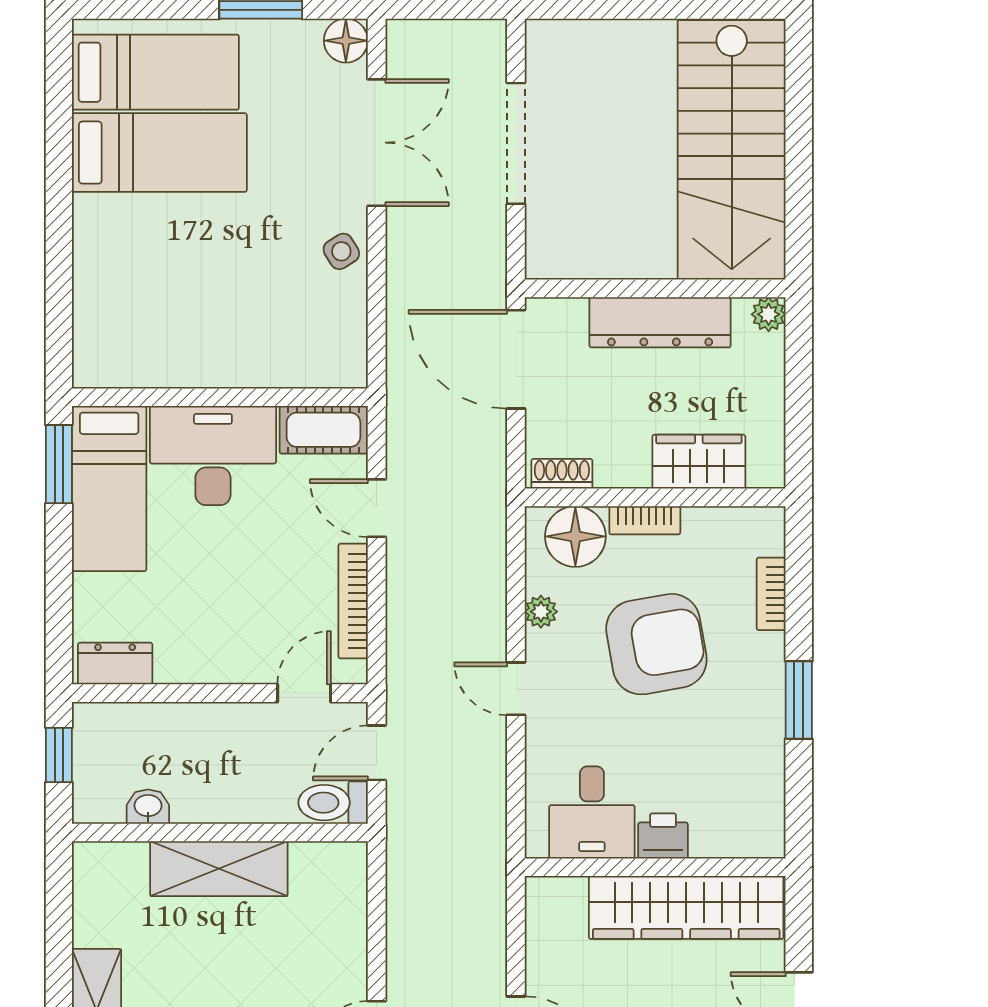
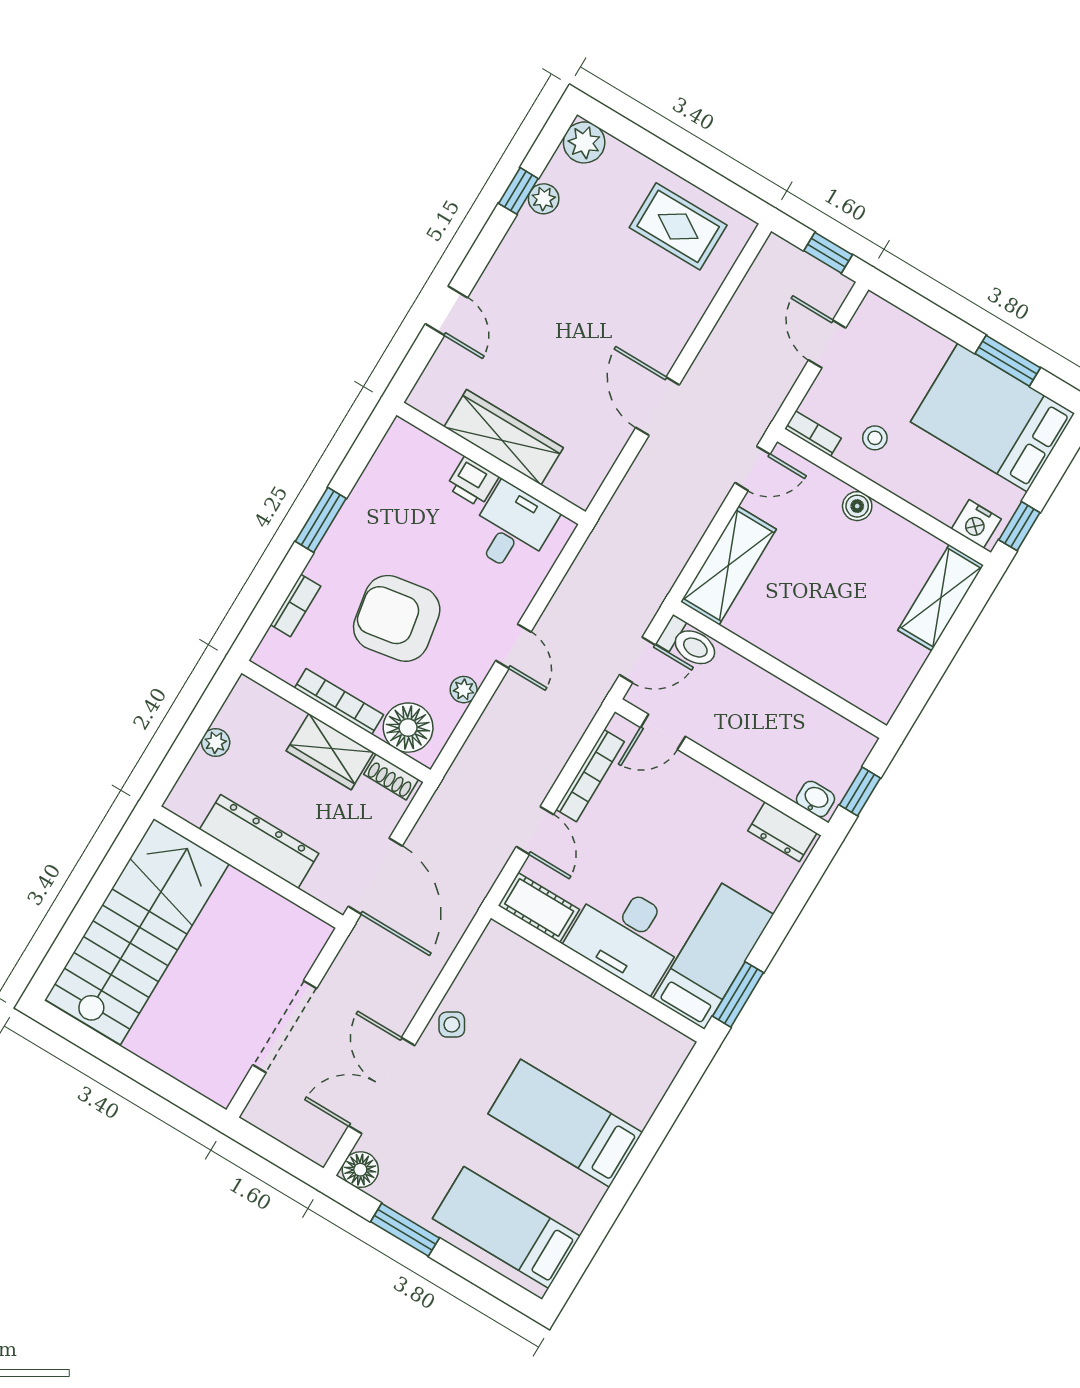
bed: (159, 153) -> (565, 1123), moved
plant: (769, 314) -> (216, 743), moved
wardrobe: (699, 462) -> (330, 752), moved
bookcase: (645, 520) -> (339, 701), width x1.56
washbasin: (148, 807) -> (815, 799), moved, turned 180
shelving: (219, 869) -> (728, 566), moved, turned 90
wardrobe: (686, 907) -> (504, 437), width x0.71, depth x0.85

